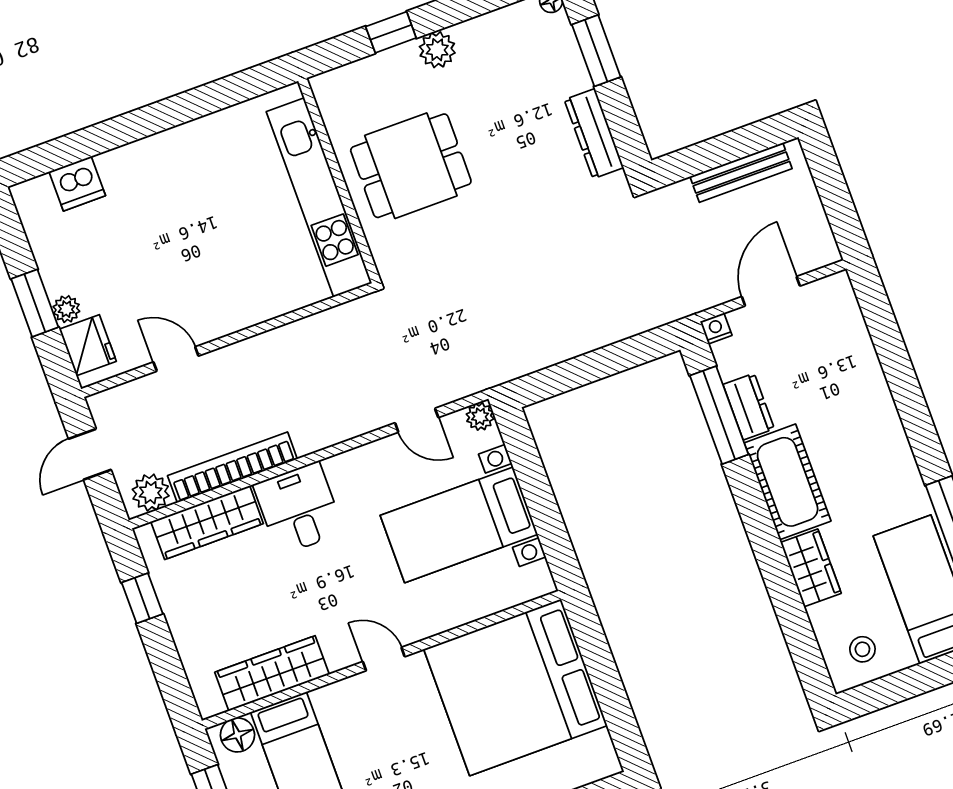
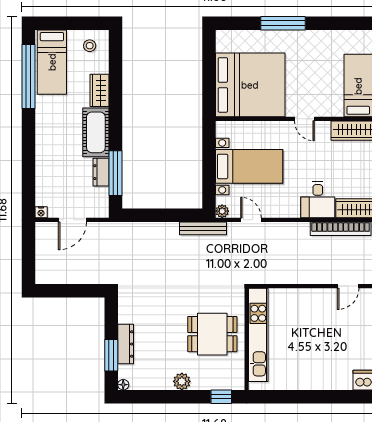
window: (391, 32) -> (221, 397), moved
dresser: (594, 134) -> (126, 344), moved
bench: (741, 173) -> (203, 228), moved
nightstand: (716, 328) -> (41, 212), moved
door: (176, 359) -> (348, 286), hinge flipped

